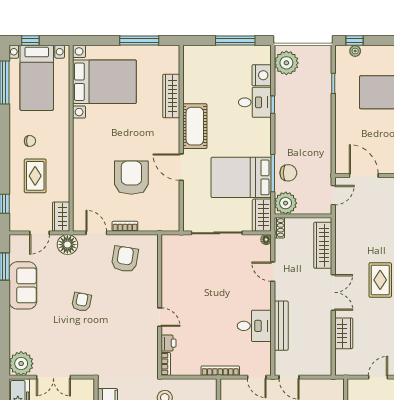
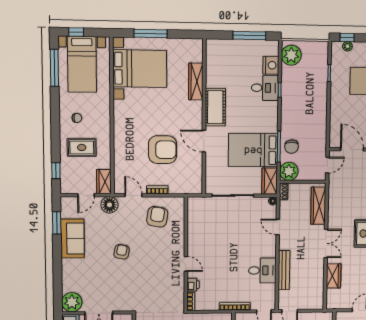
window: (139, 41) -> (151, 34), moved
chair: (288, 173) -> (291, 147), turned 90
rug: (35, 176) -> (82, 147), turned 90
armchair: (131, 178) -> (163, 150), turned 90

